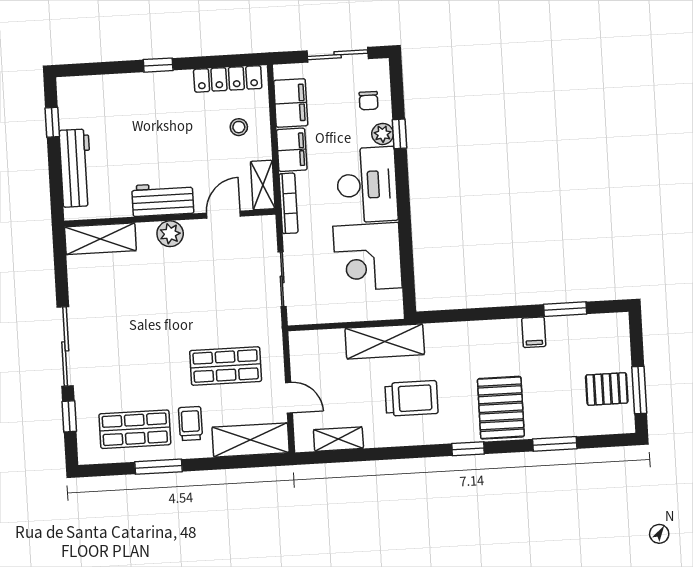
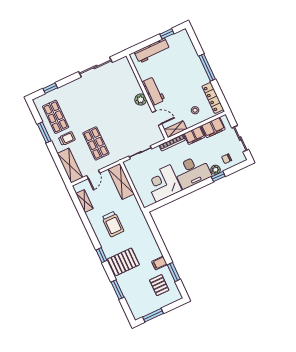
window: (158, 65) -> (207, 67), width x2.17
shelving: (100, 239) -> (127, 72), removed
shelving: (385, 341) -> (121, 181), moved
sliding door: (65, 346) -> (95, 67), moved
pallet: (607, 389) -> (159, 285), moved

